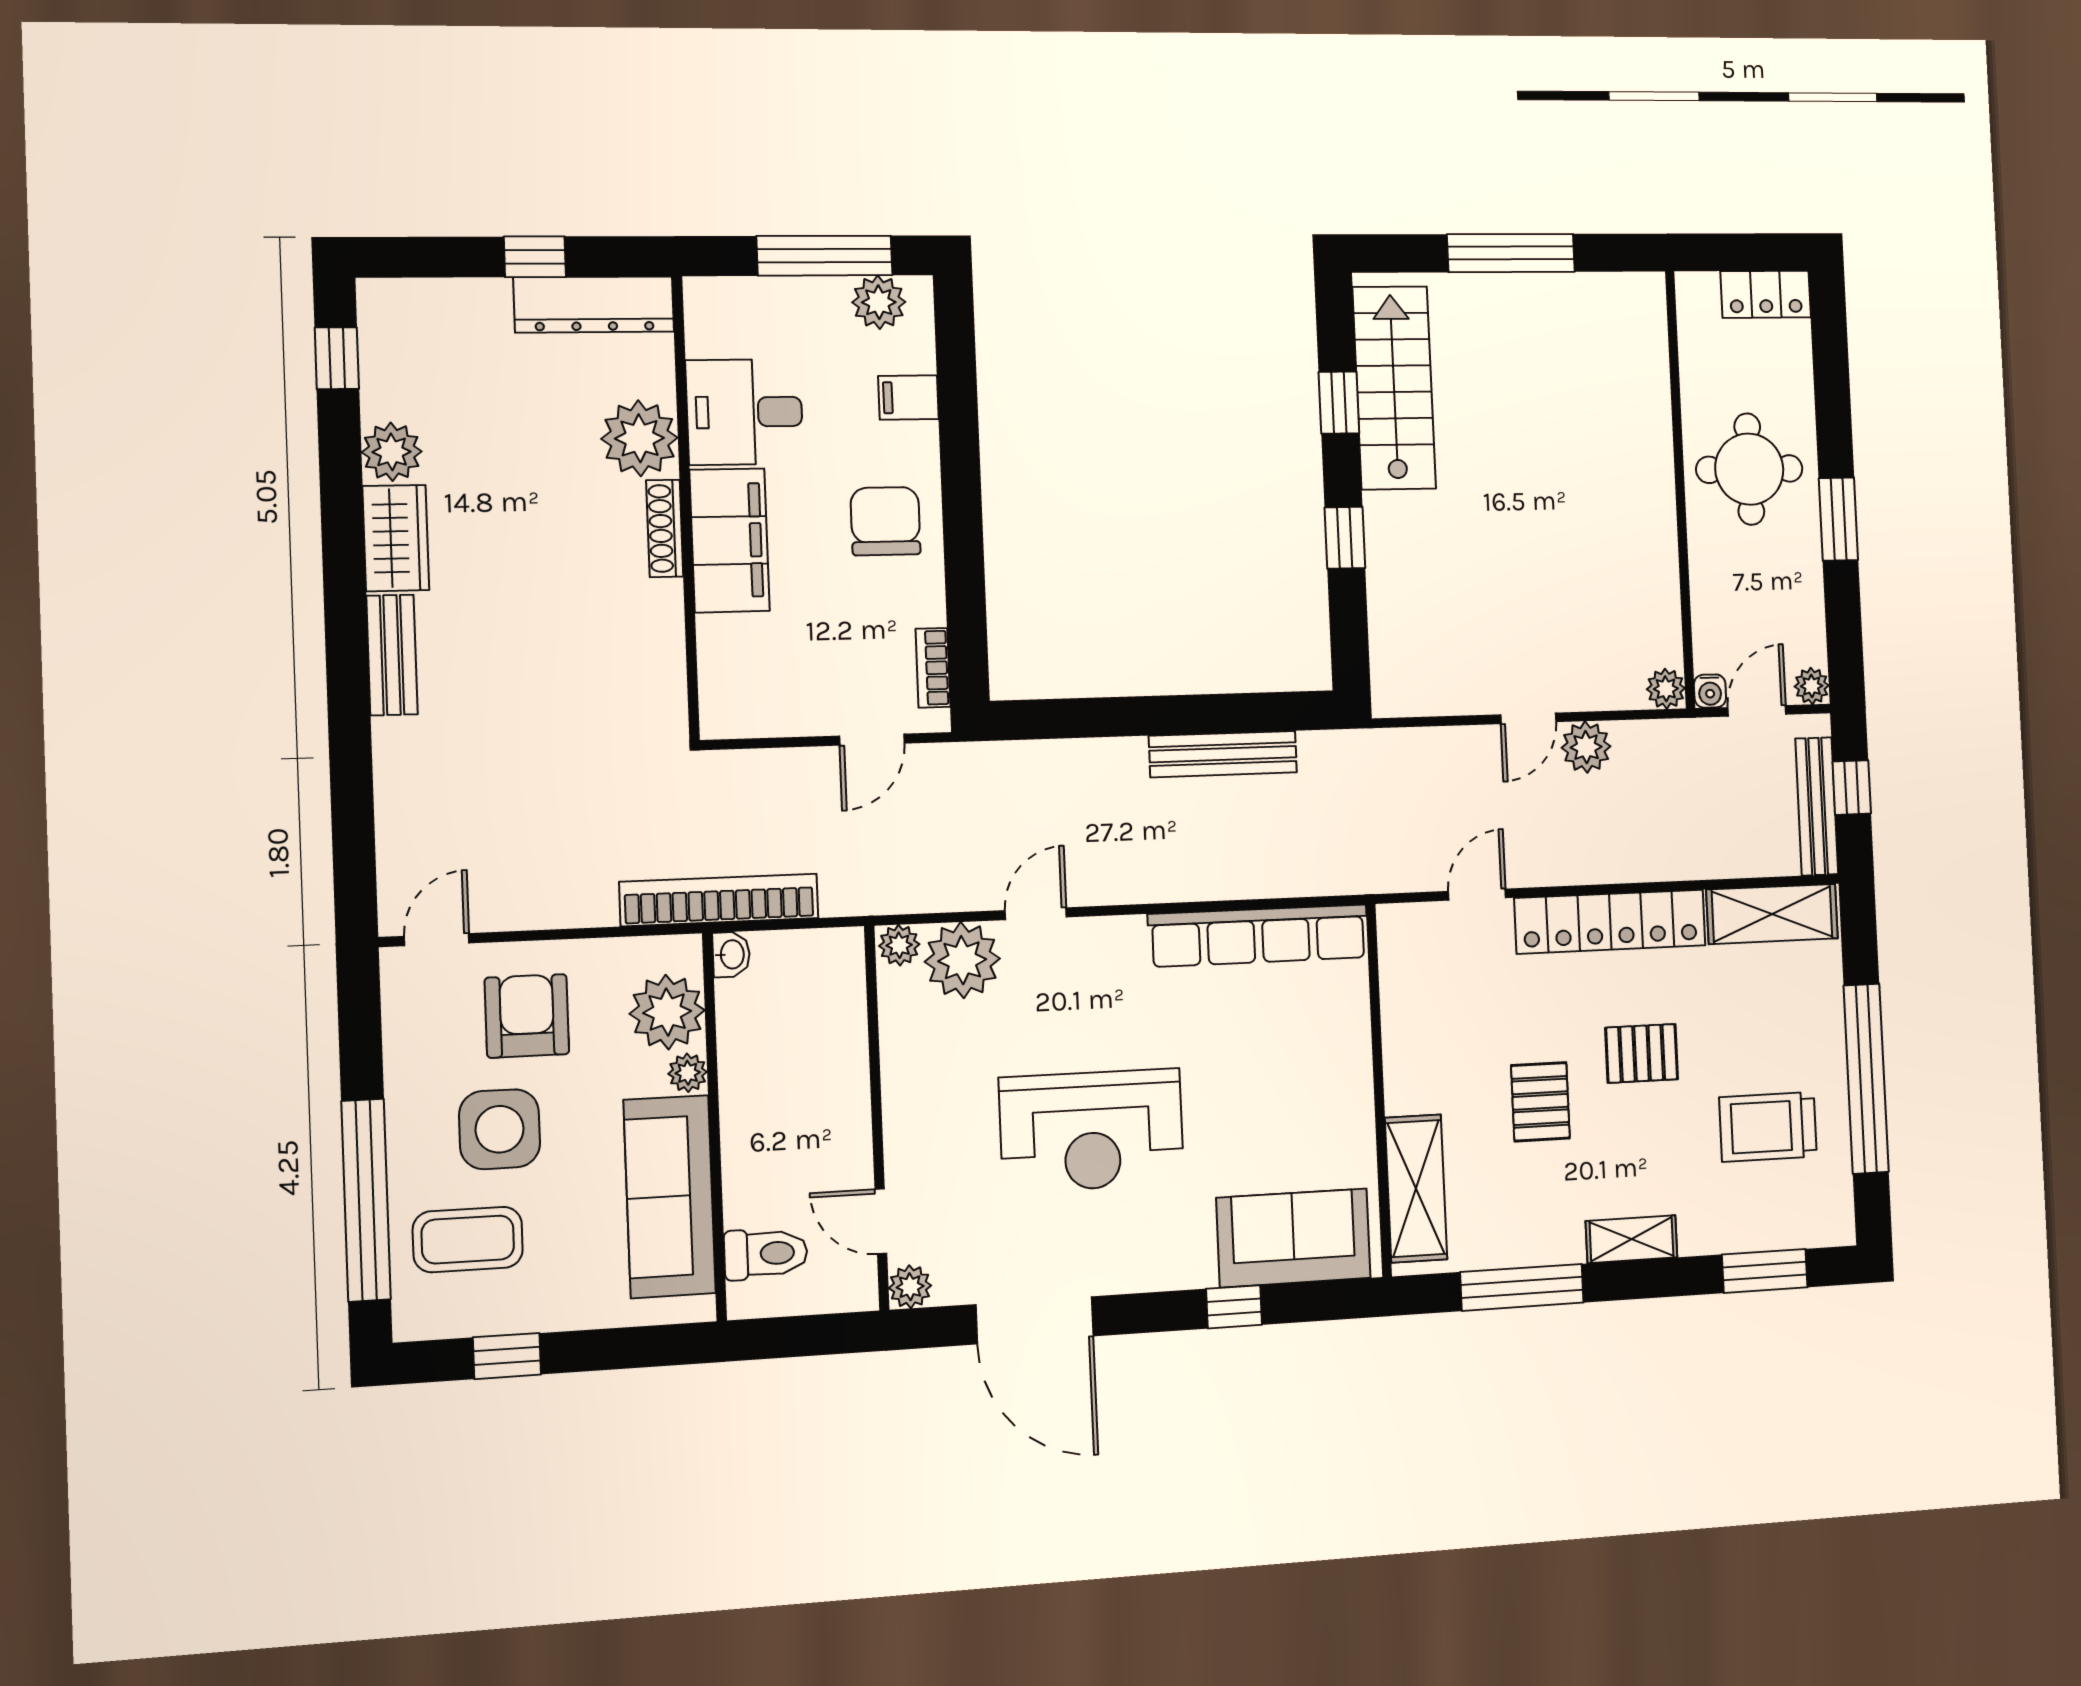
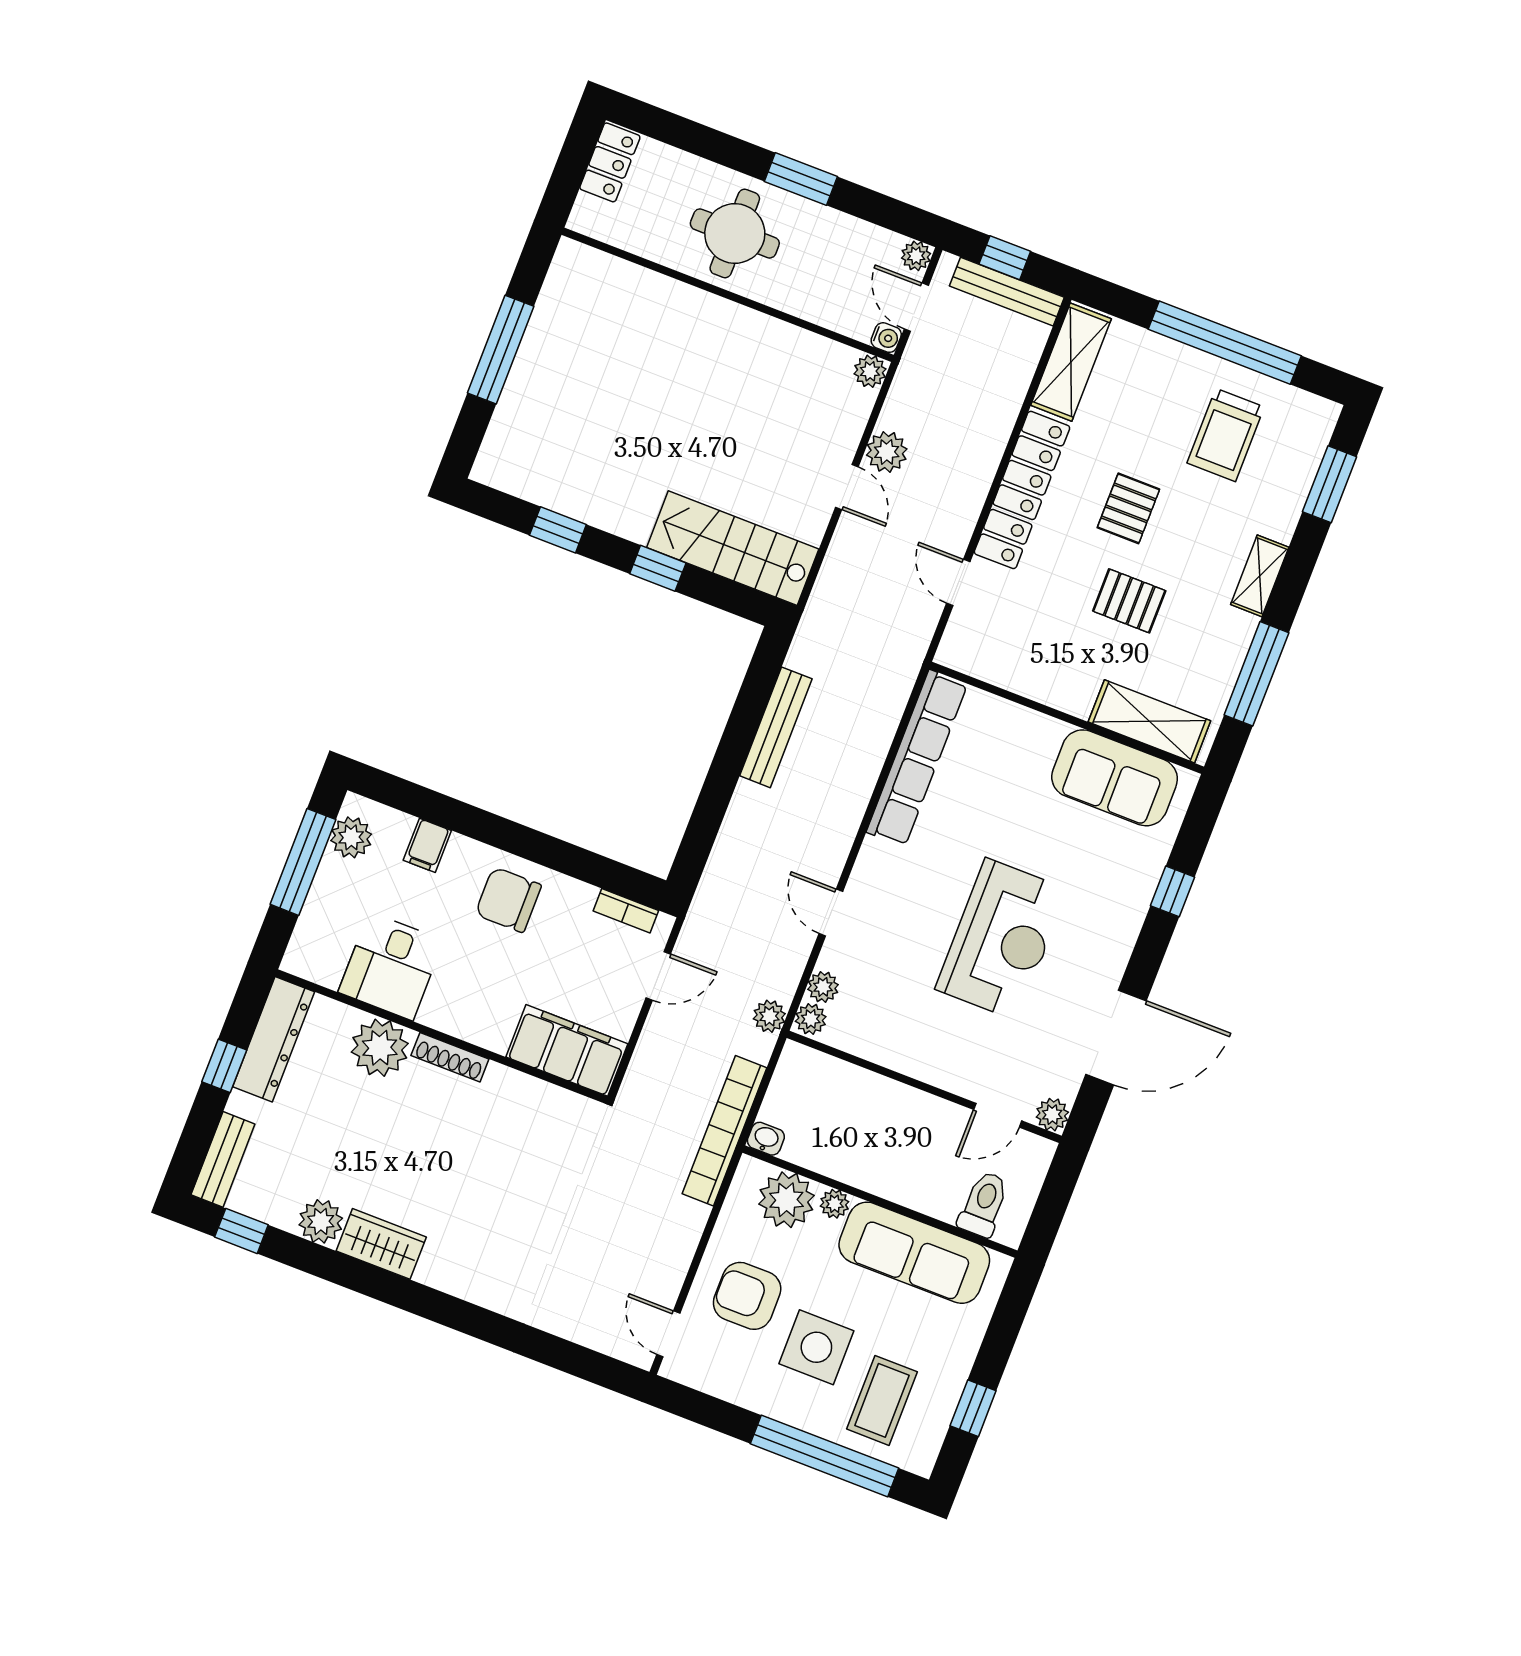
stairs: (1394, 388) -> (733, 548), moved
filing cabinet: (730, 540) -> (567, 1050), moved
bench: (392, 655) -> (223, 1159), moved, turned 90
door: (872, 740) -> (658, 976), hinge flipped
plant: (881, 894) -> (769, 1016), added
plant: (962, 960) -> (823, 987), width x0.53, depth x0.53
sofa: (1294, 1238) -> (1115, 778), moved, turned -90

